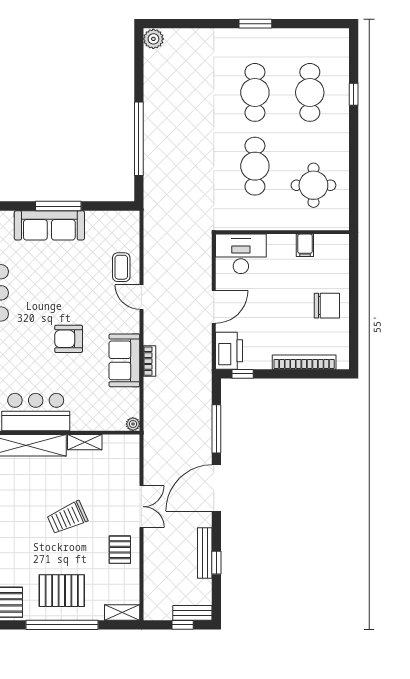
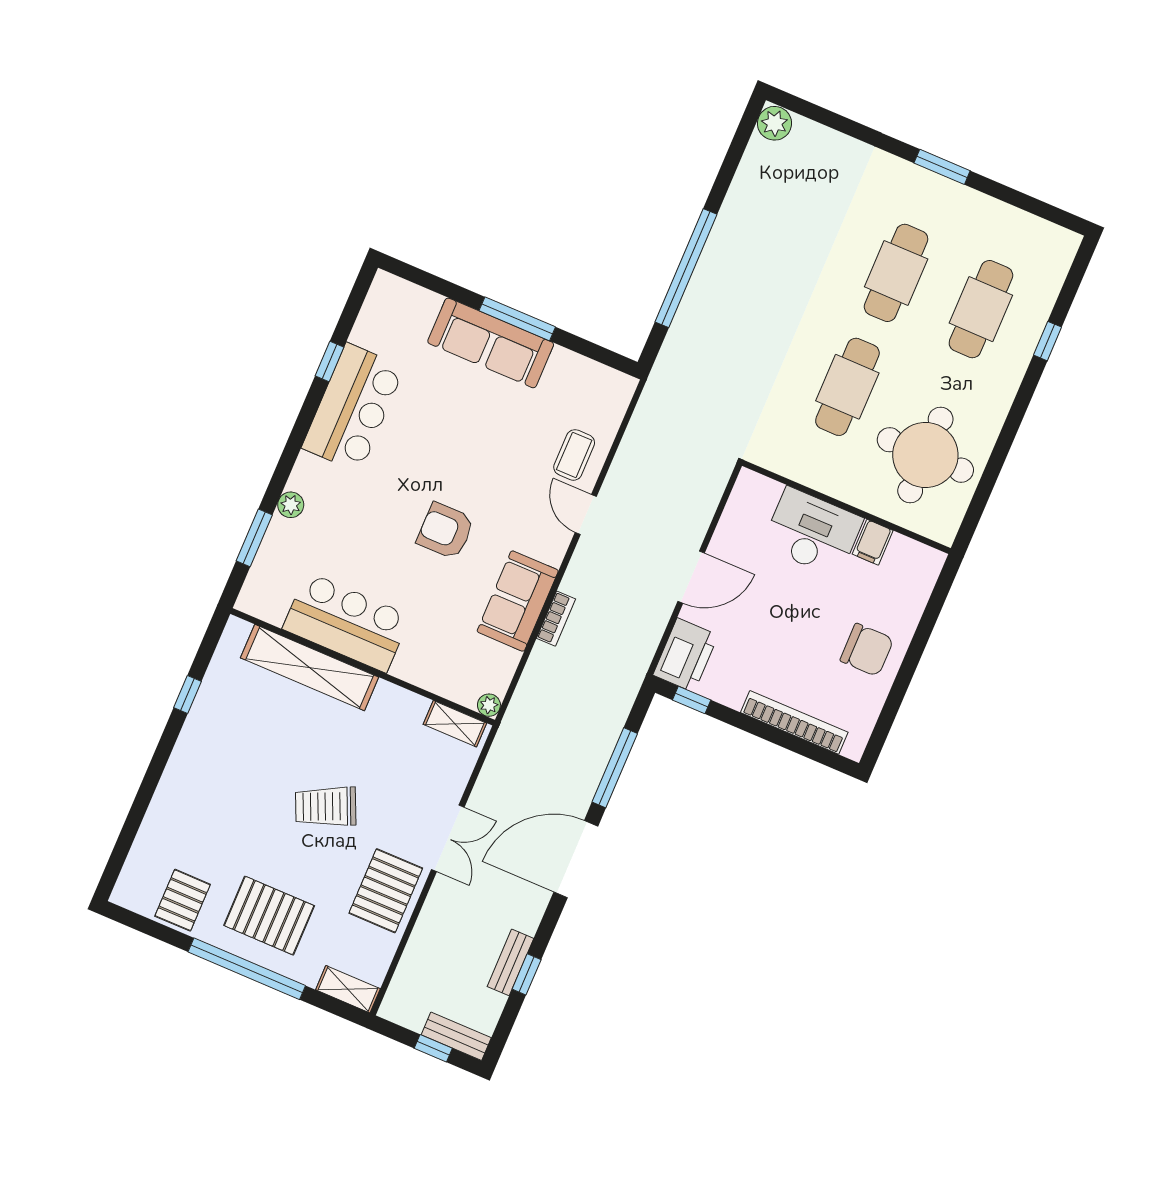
round table: (313, 185) -> (925, 455), width x1.36, depth x1.36
desk: (241, 254) -> (813, 532), moved
shelving: (85, 442) -> (455, 724), moved
pallet: (120, 550) -> (386, 891), width x1.50, depth x1.42
bench: (205, 553) -> (510, 962), width x0.73

